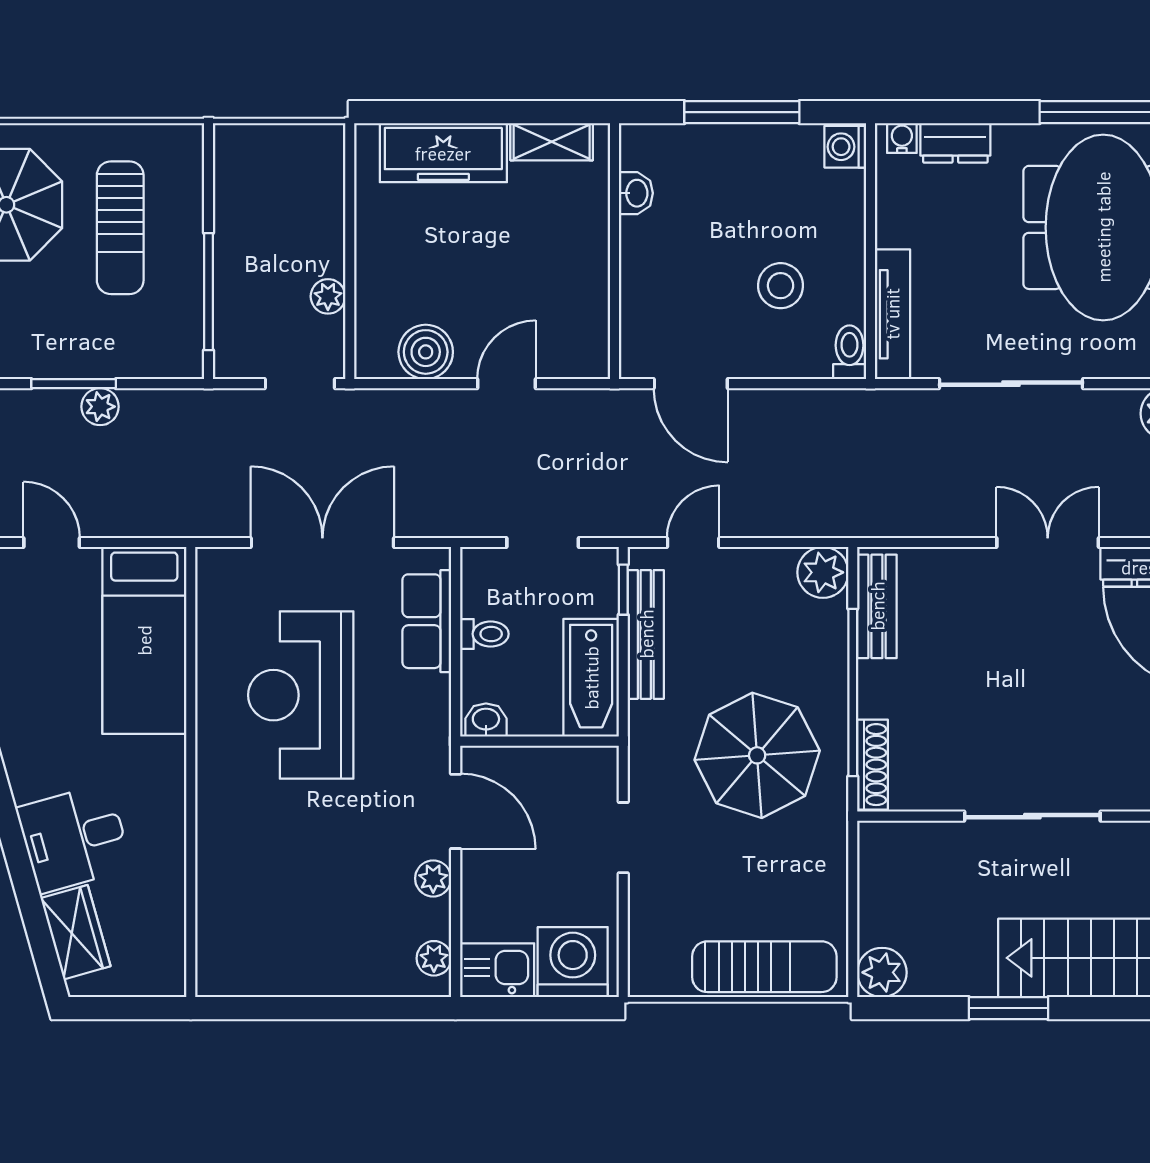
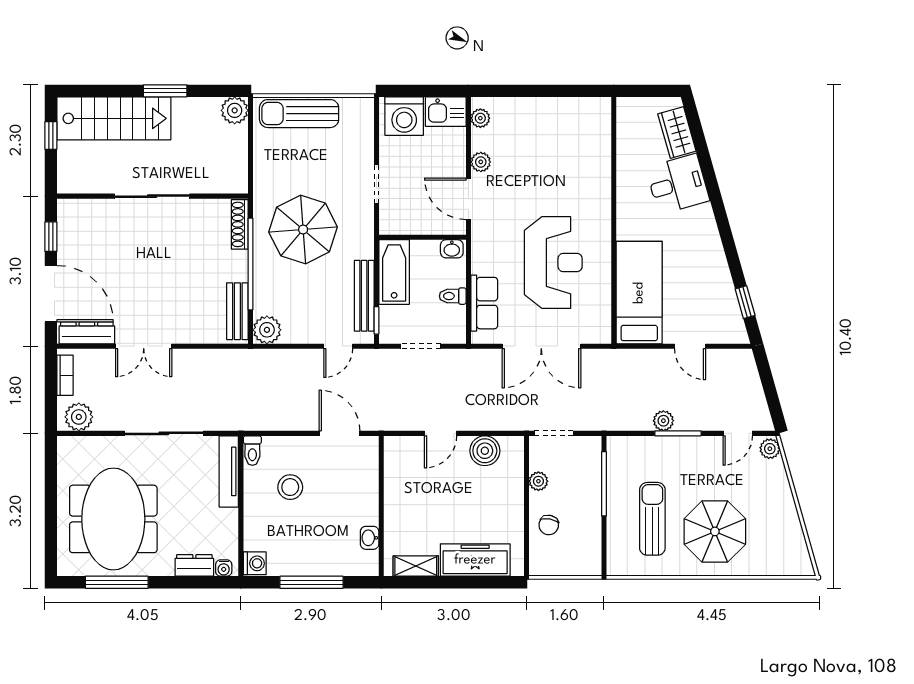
chair: (309, 216) -> (549, 525), added

